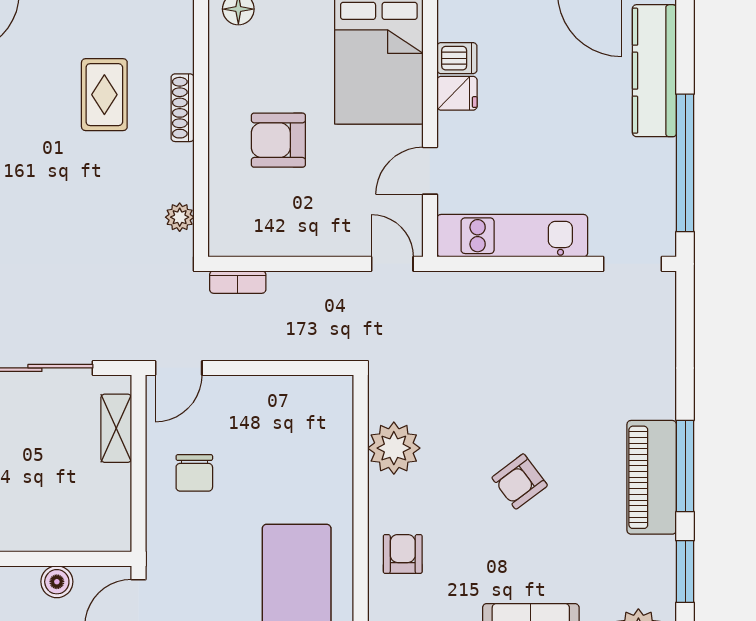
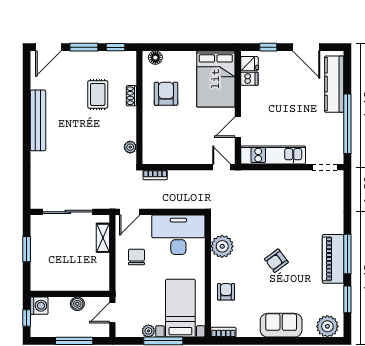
fridge: (457, 93) -> (249, 64), moved
shoe rack: (183, 108) -> (131, 96), width x0.70
armchair: (278, 140) -> (166, 94), moved, turned 90
desk: (292, 421) -> (178, 235), added
chair: (194, 473) -> (136, 257), turned 180

